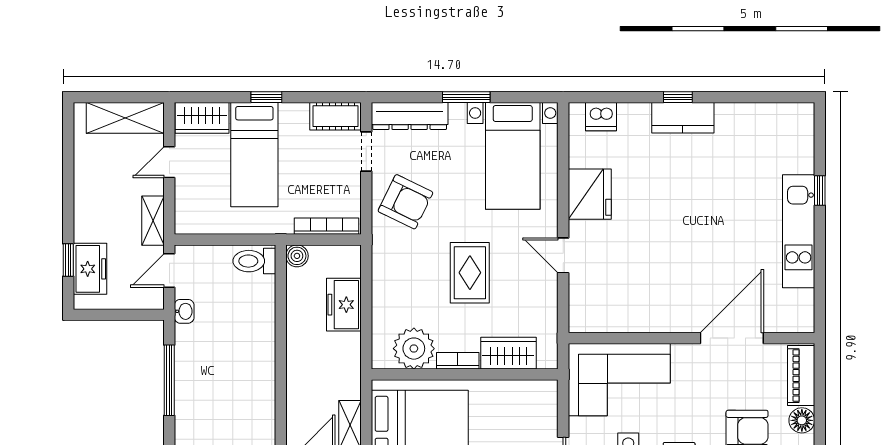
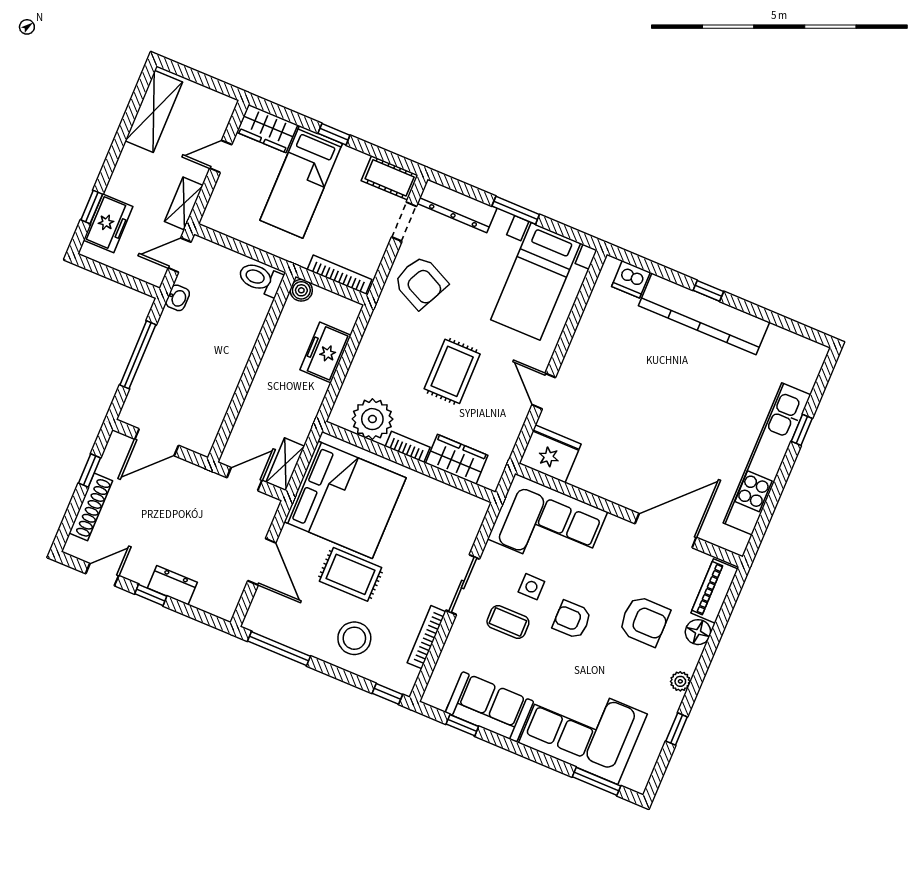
shelving: (125, 118) -> (154, 111), moved, turned 90
kitchen counter: (683, 118) -> (704, 314), width x2.08, depth x1.17
fridge: (590, 194) -> (550, 454), moved, turned -90
kitchen unit: (799, 231) -> (767, 459), width x1.36

